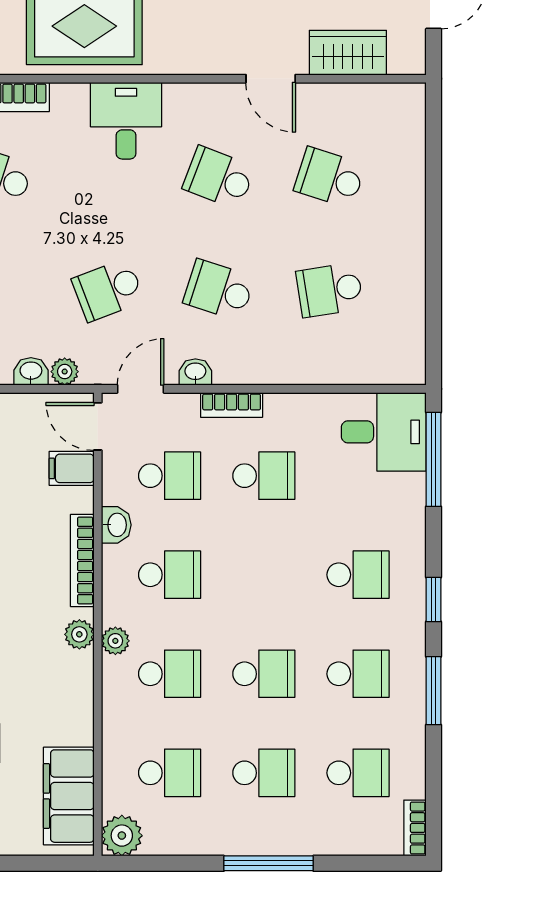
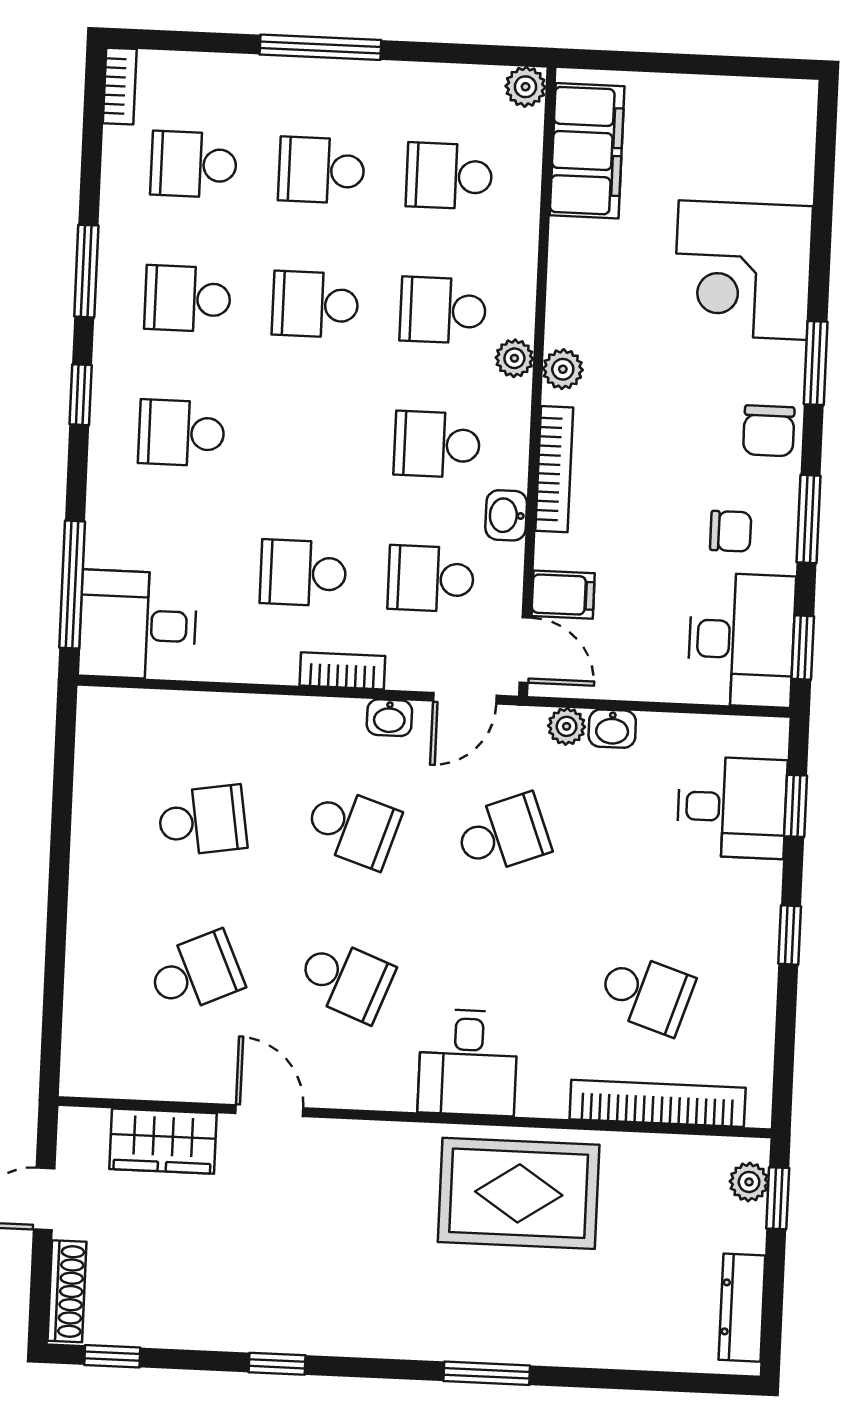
school desk: (330, 178) -> (195, 973), turned -42
plant: (122, 836) -> (526, 87), width x0.73, depth x0.73

